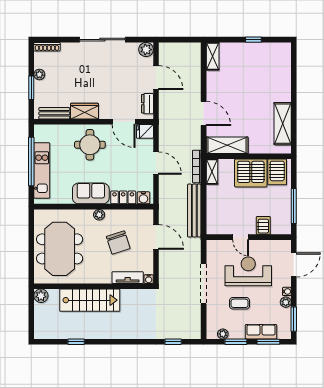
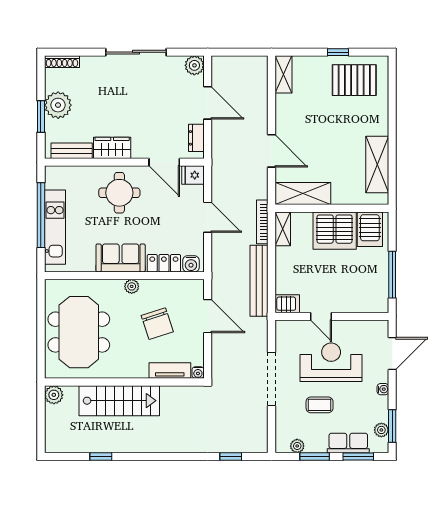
pallet: (265, 61) -> (354, 80), added
plant: (39, 74) -> (58, 105), width x1.88, depth x1.88
server rack: (263, 225) -> (287, 304), moved, turned 90
plant: (286, 302) -> (381, 430), moved

